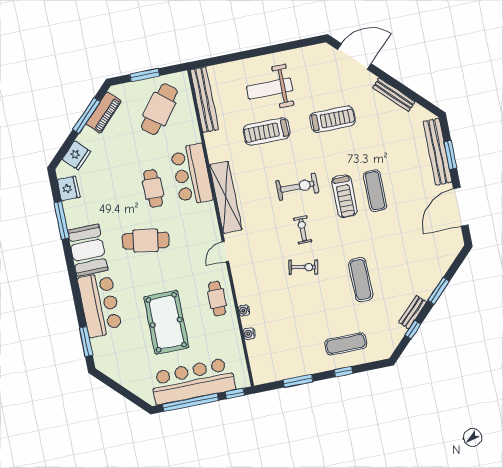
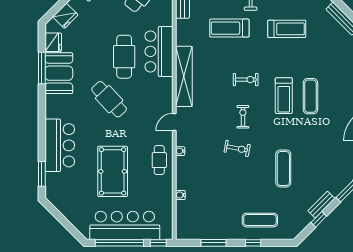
exercise bike: (297, 187) -> (246, 80), width x0.73, depth x0.72
cafe table: (153, 188) -> (124, 57), width x1.37, depth x1.35
cafe table: (146, 241) -> (109, 99), turned 38
booth: (88, 250) -> (59, 73), moved
water cooler: (244, 310) -> (180, 151), moved

